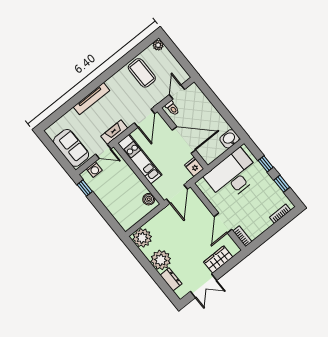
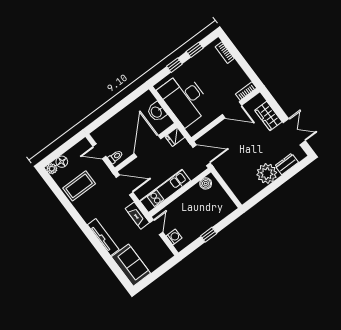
floor lamp: (165, 55) -> (62, 162), added
washbasin: (230, 139) -> (157, 112), moved
sofa: (71, 148) -> (131, 265), moved, turned 90
window: (85, 188) -> (209, 235), moved
plant: (142, 238) -> (244, 191), removed

